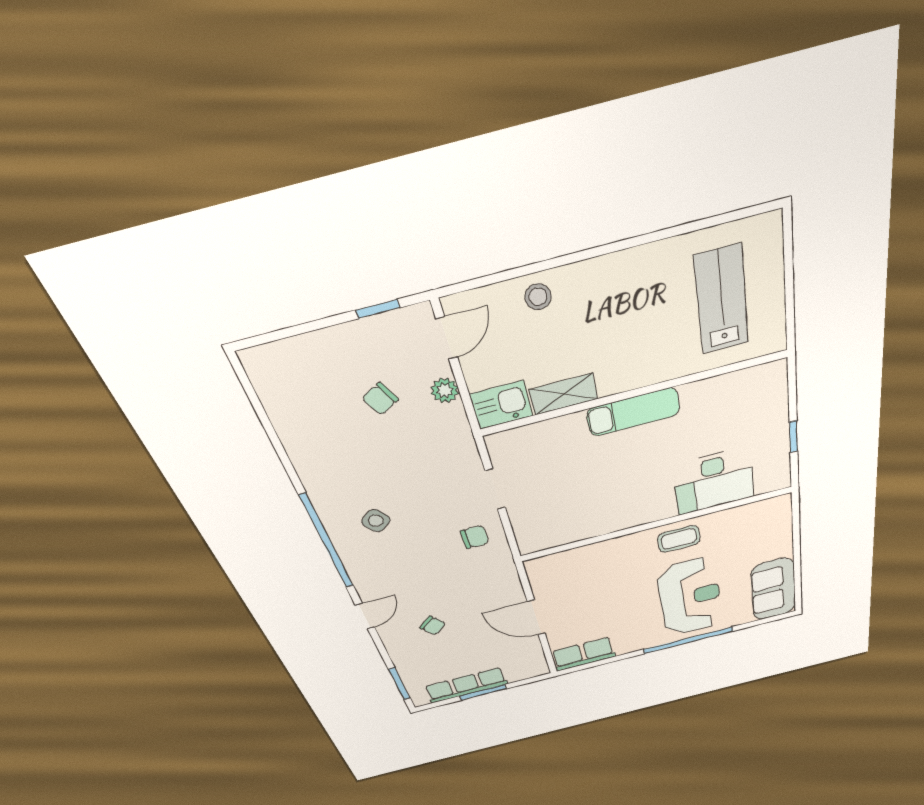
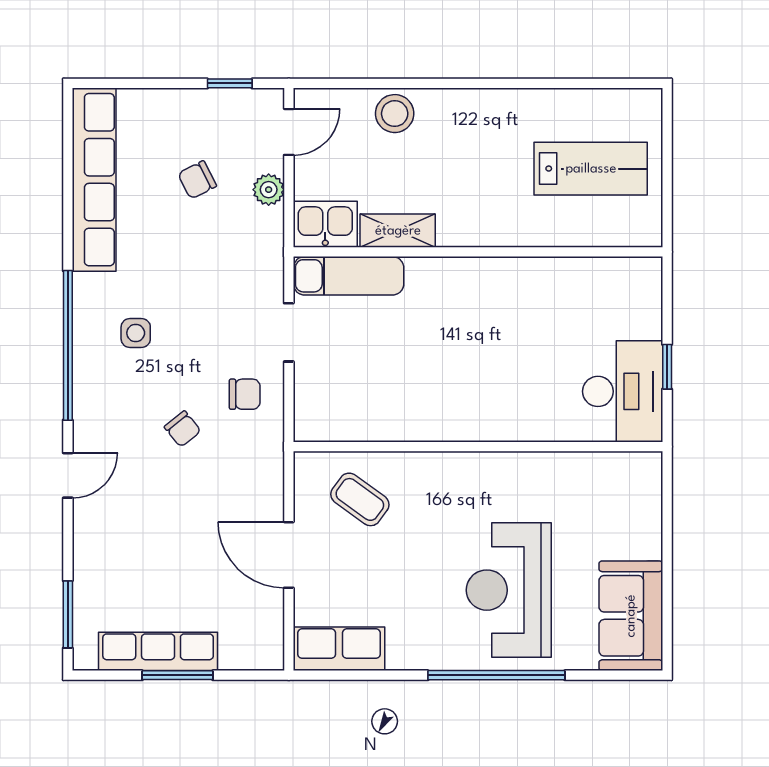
stool: (538, 297) -> (395, 114), width x1.37, depth x1.37
lab bench: (722, 300) -> (591, 169), turned 90
exam couch: (633, 412) -> (349, 276), moved
row of seats: (291, 422) -> (94, 180), added
desk: (714, 481) -> (623, 391), moved, turned -90
side table: (376, 521) -> (136, 333), turned 38
coffee table: (679, 539) -> (360, 499), moved, turned 36
reception desk: (690, 597) -> (509, 590), turned 180
chair: (433, 626) -> (183, 429), moved

